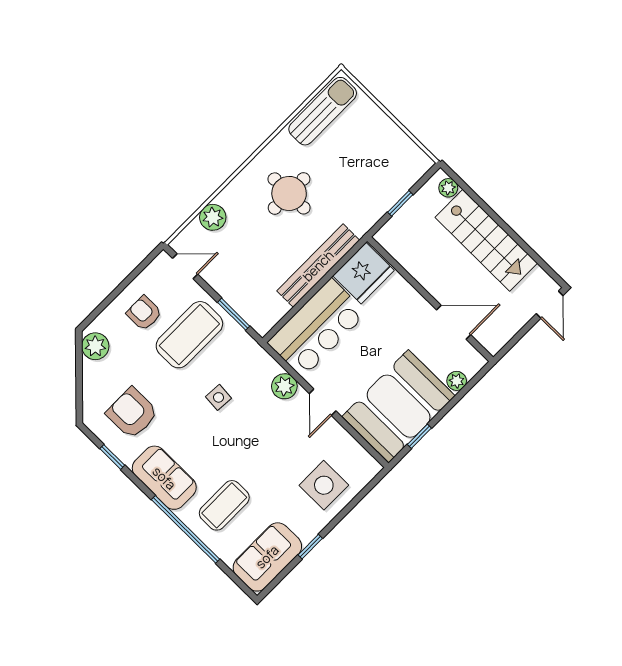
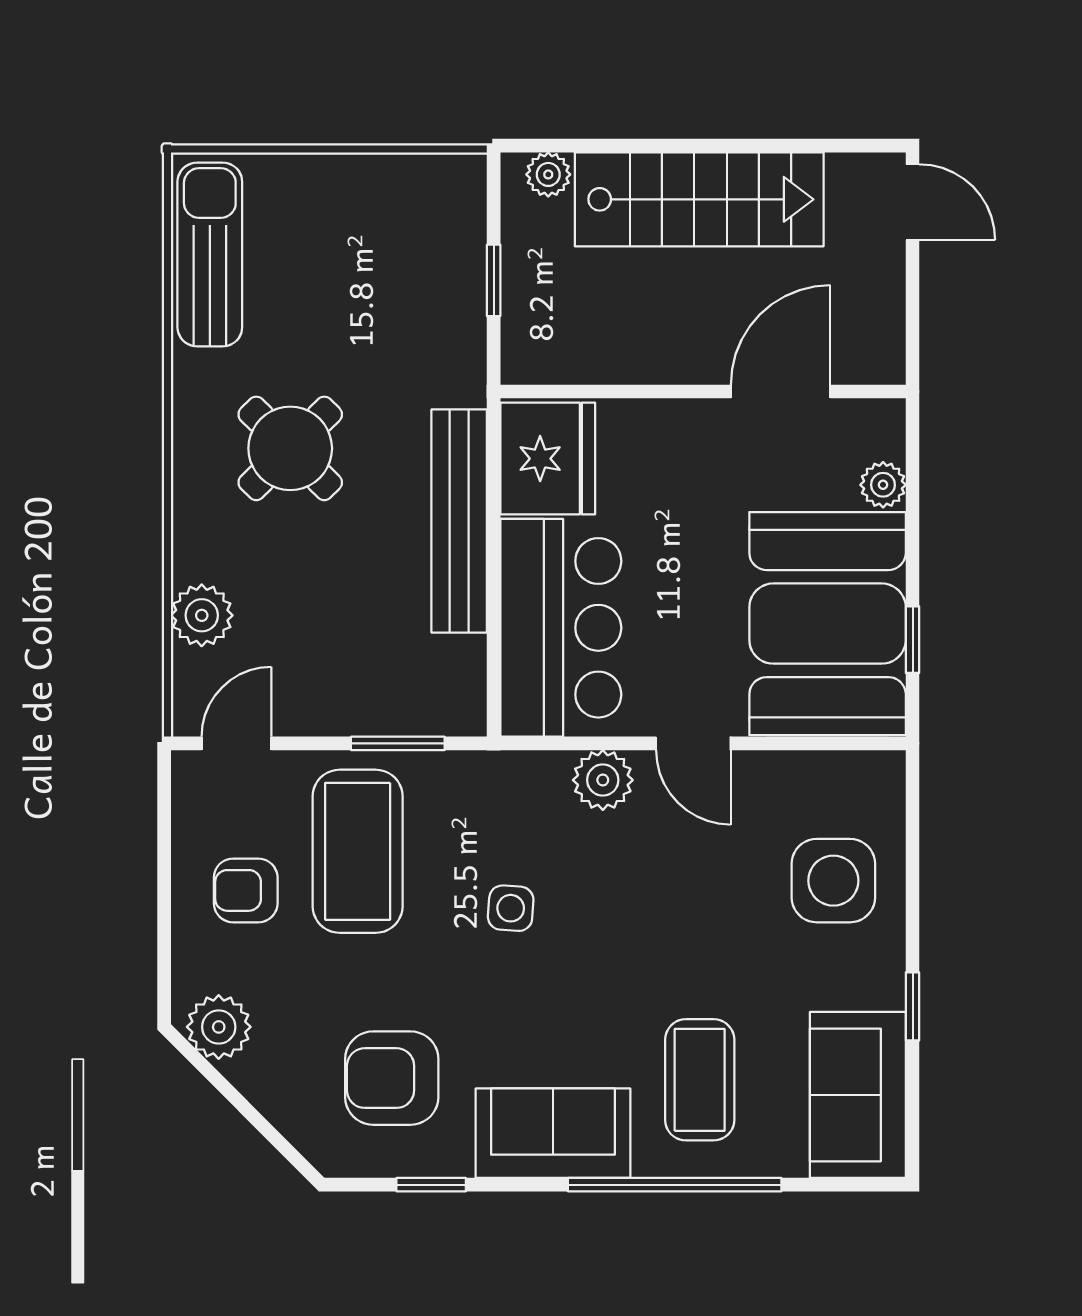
round table: (289, 193) -> (290, 448), turned 45

